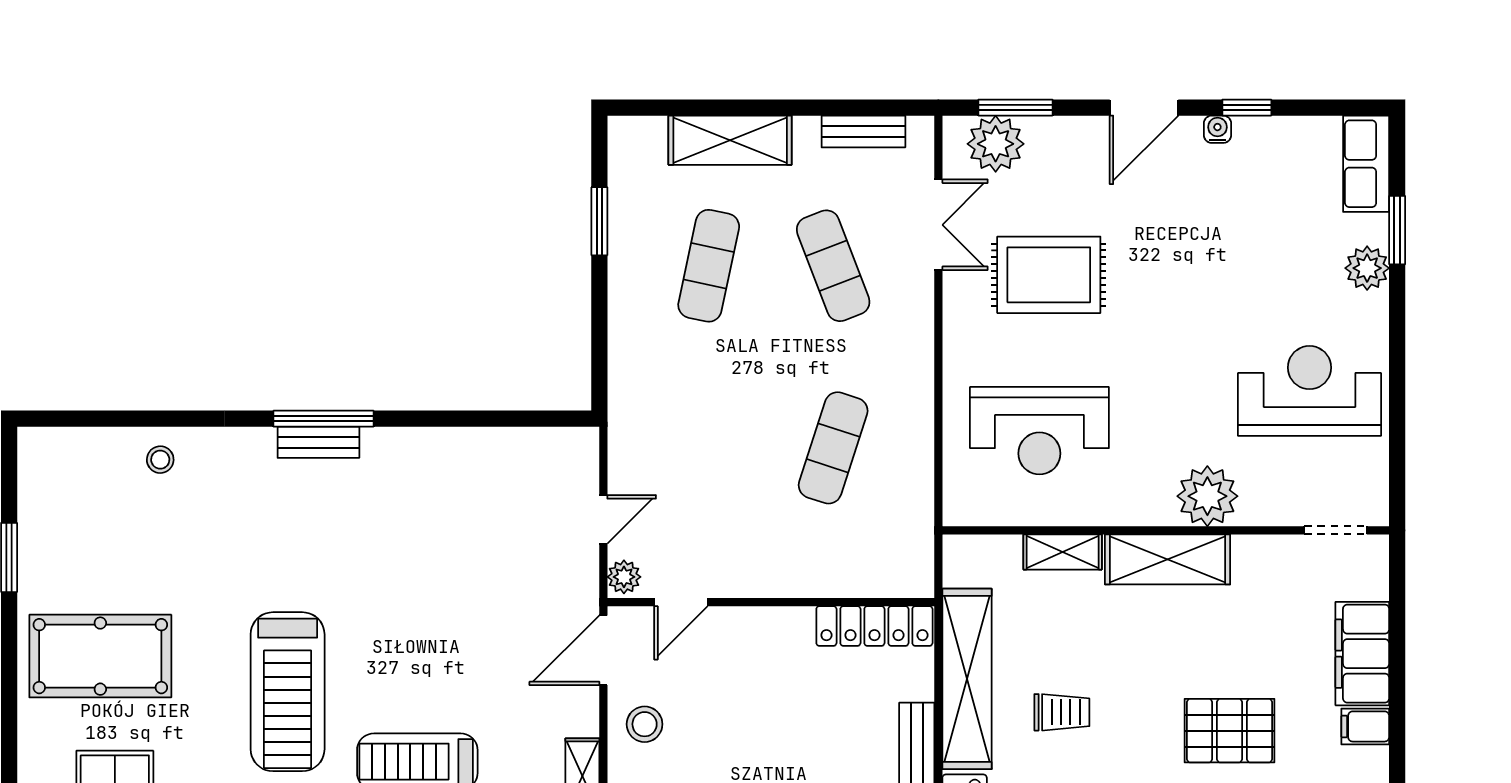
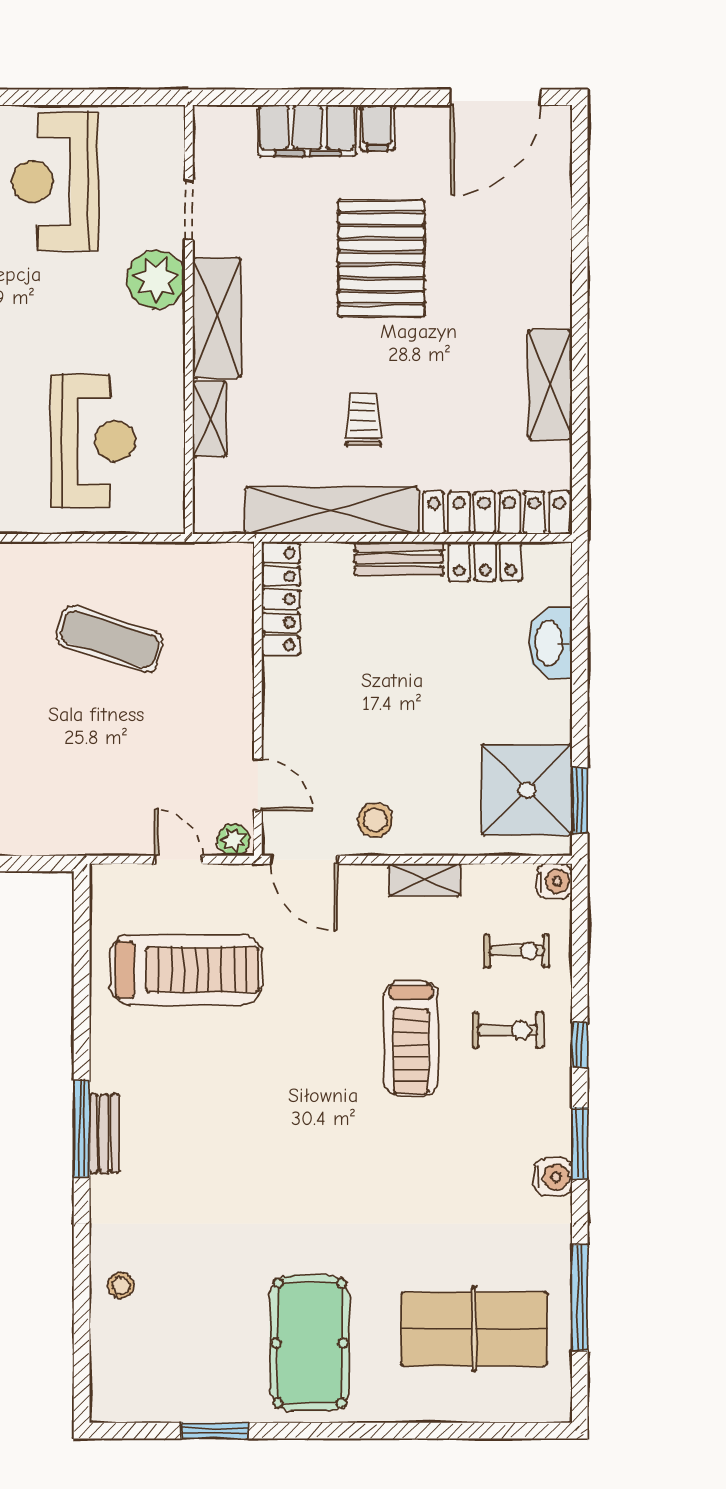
doorway: (1336, 530) -> (189, 210), moved
treadmill: (288, 692) -> (186, 970), moved
pallet: (1230, 731) -> (381, 258), width x1.37, depth x1.41

